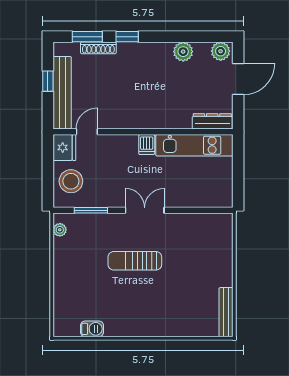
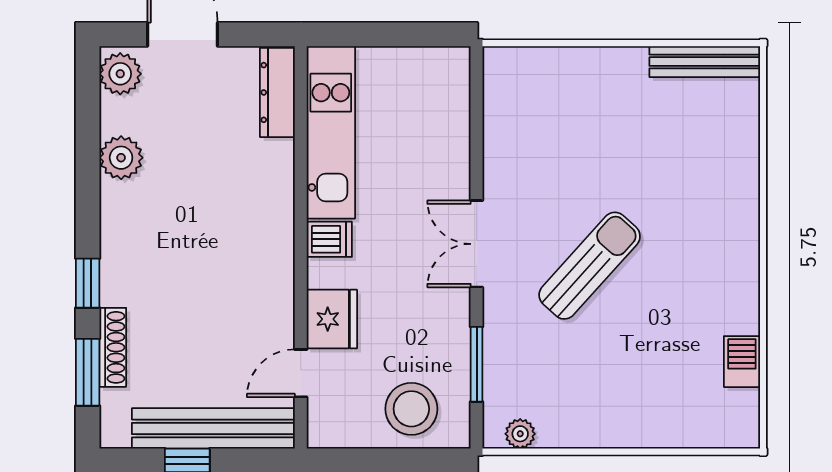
door: (87, 132) -> (301, 373), hinge flipped
fridge: (64, 147) -> (332, 319), moved, turned 90
sun lounger: (135, 261) -> (590, 266), turned -138

